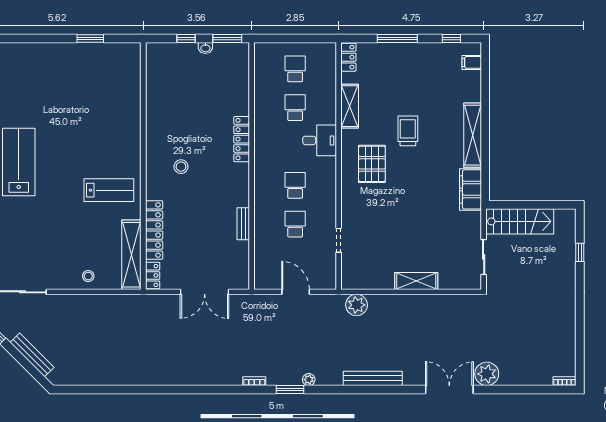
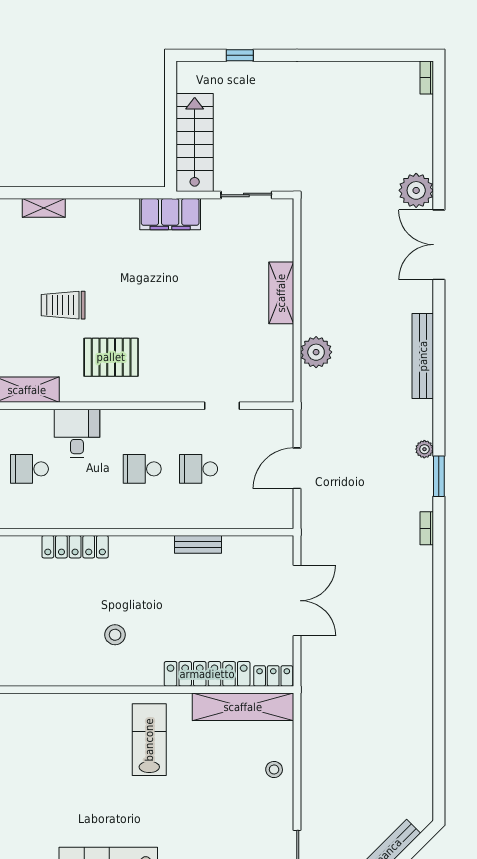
shelving: (473, 135) -> (44, 208), width x0.45, depth x0.75
filing cabinet: (471, 189) -> (170, 214), moved
plant: (357, 305) -> (316, 352), moved

